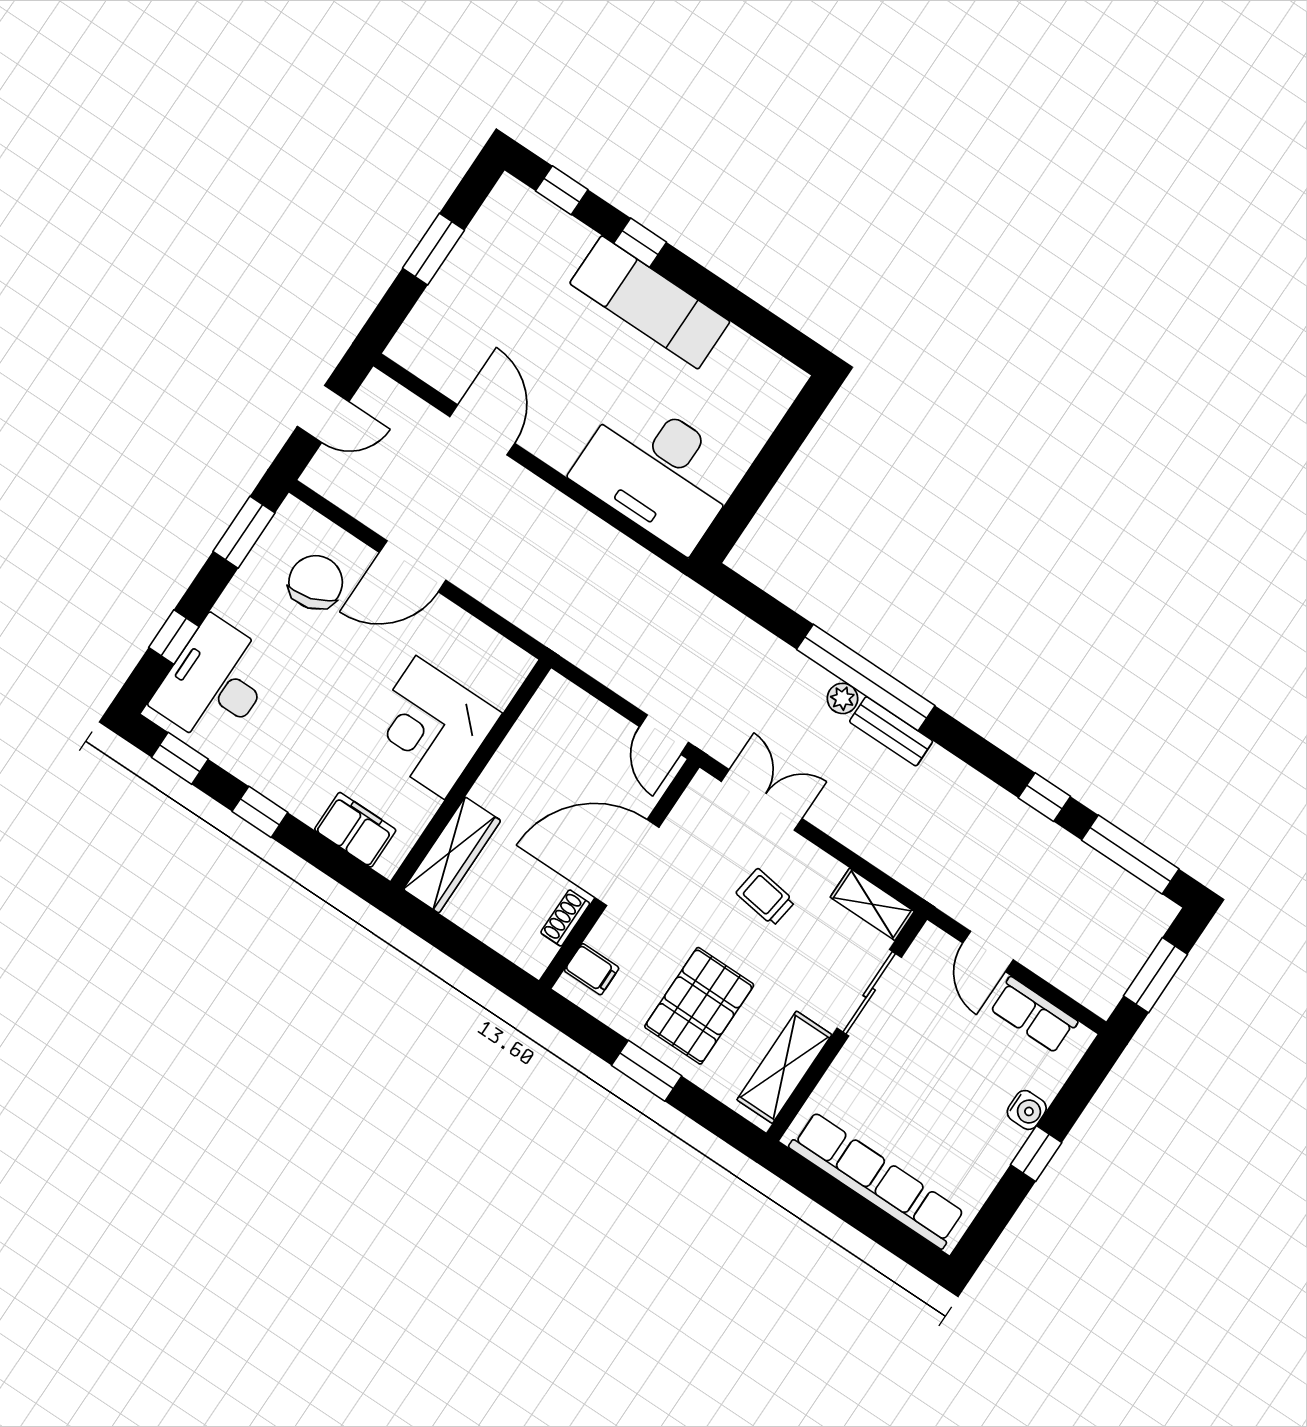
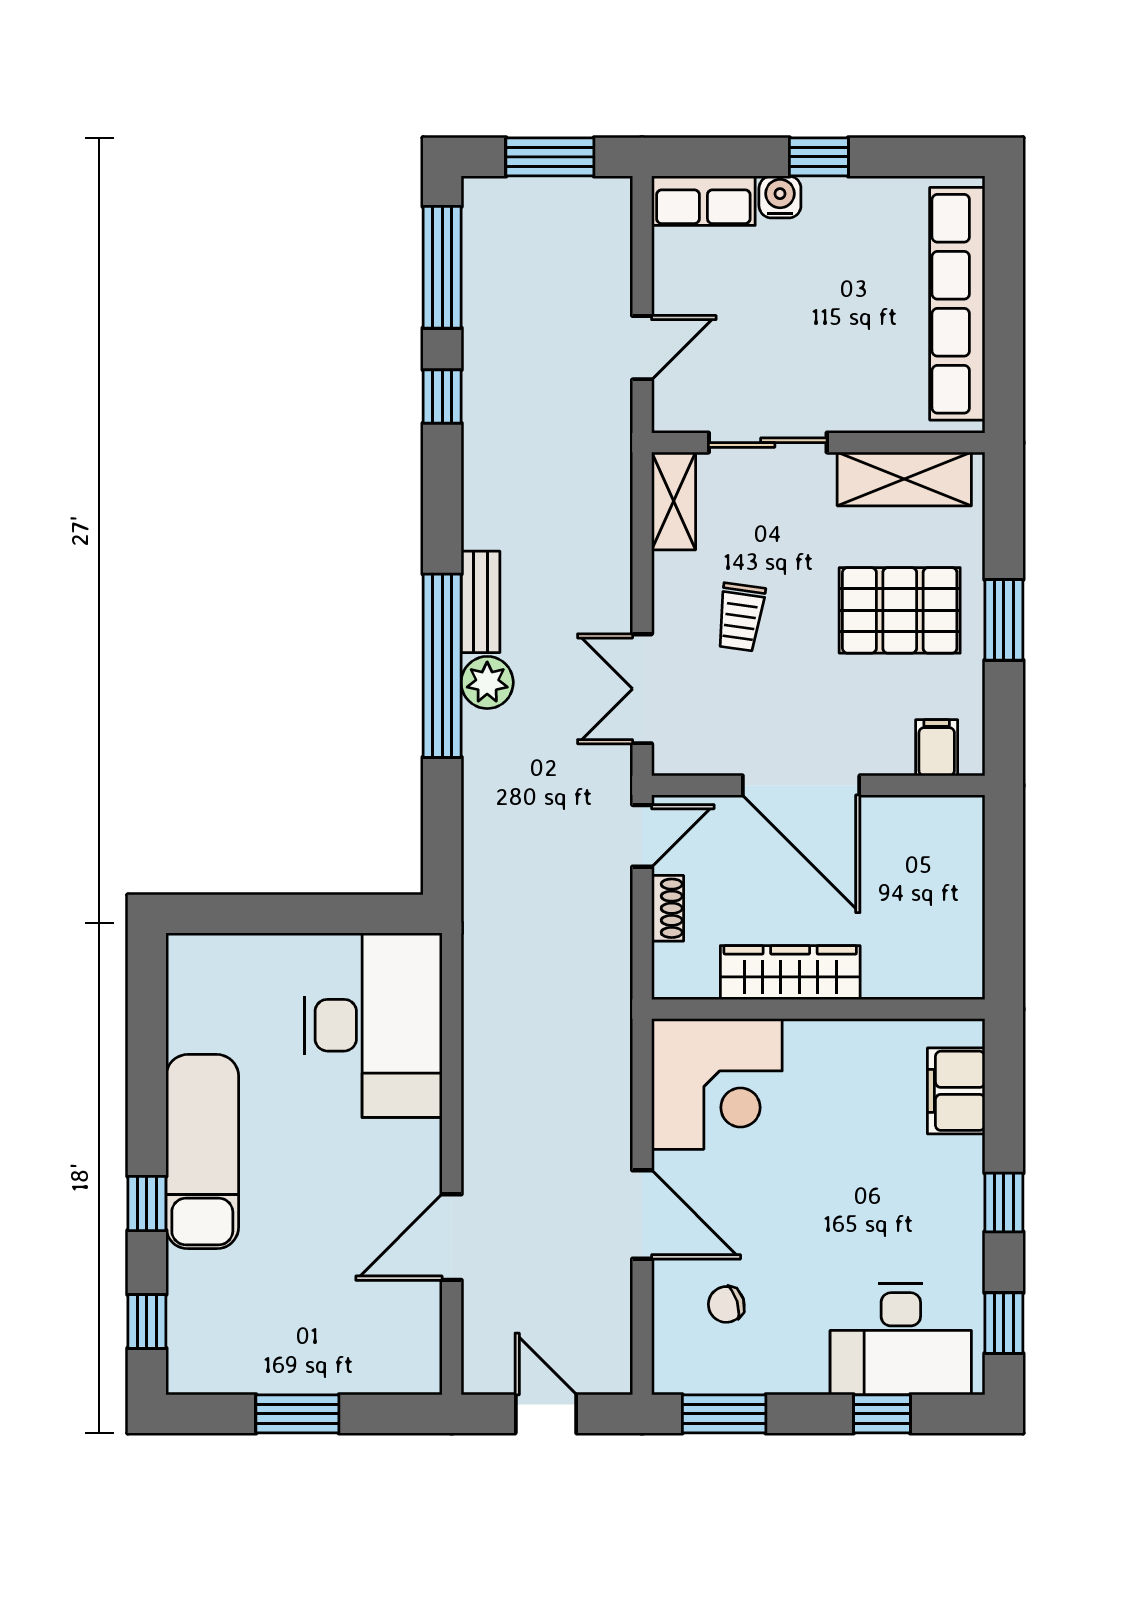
chair: (316, 582) -> (726, 1304), width x0.54, depth x0.54
plant: (842, 698) -> (487, 682), width x1.38, depth x1.38
corner desk: (430, 728) -> (717, 1084), moved
wardrobe: (452, 855) -> (790, 973), moved
shoe rack: (565, 918) -> (668, 908), moved, turned -90
row of seats: (1034, 1015) -> (703, 201), moved, turned 90

